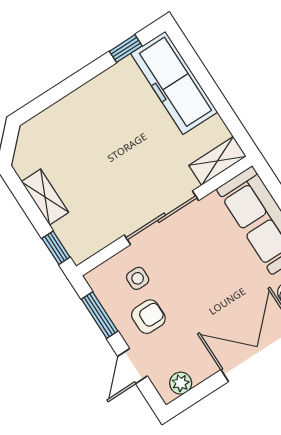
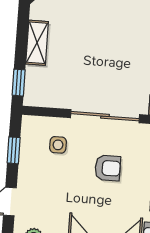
window: (100, 315) -> (14, 150), width x0.67
armchair: (148, 317) -> (108, 168), moved

